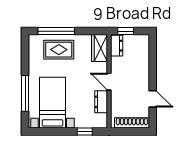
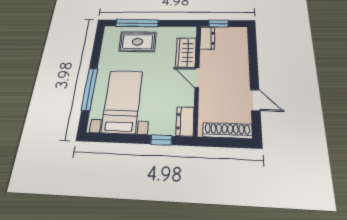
wardrobe: (100, 48) -> (186, 53), moved
dresser: (101, 102) -> (185, 121), moved

